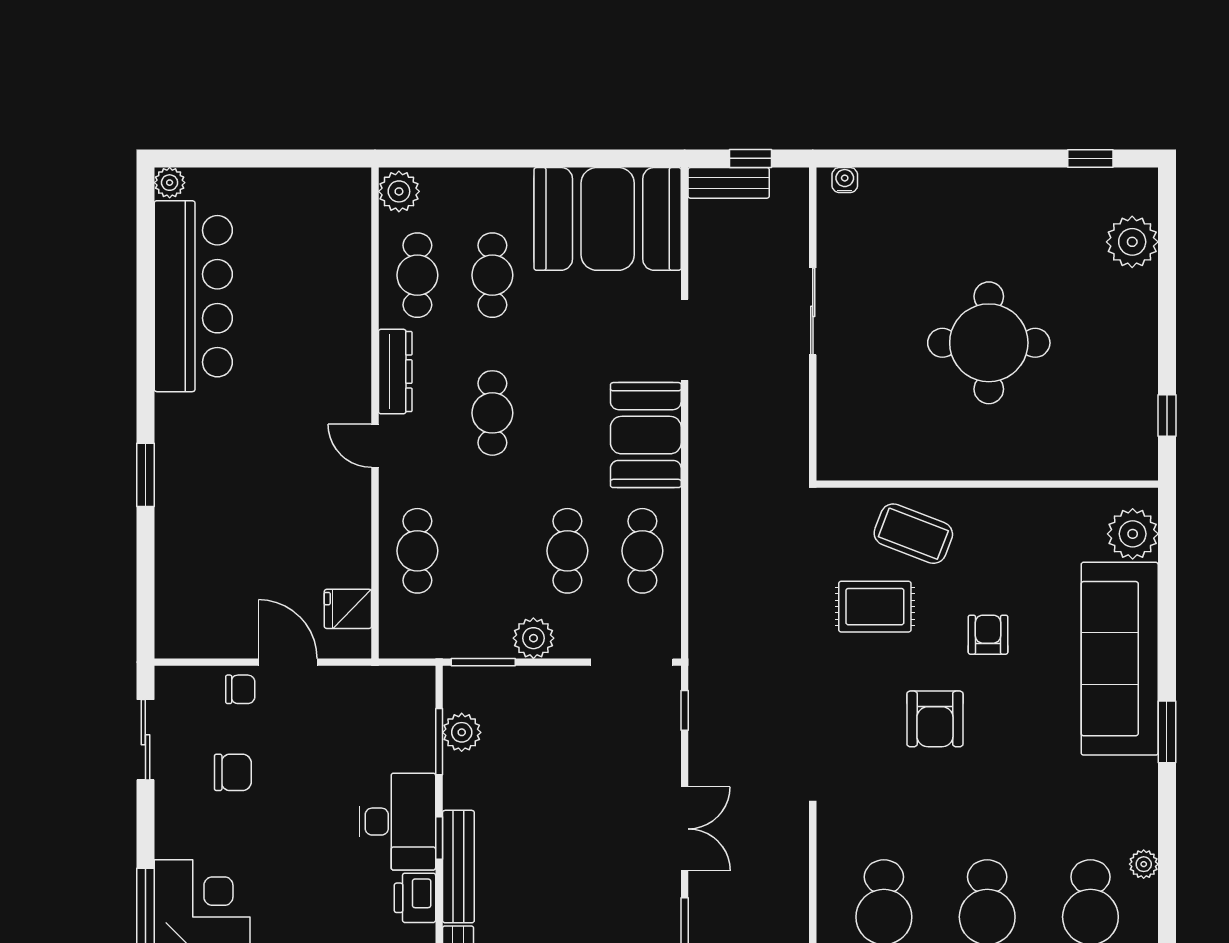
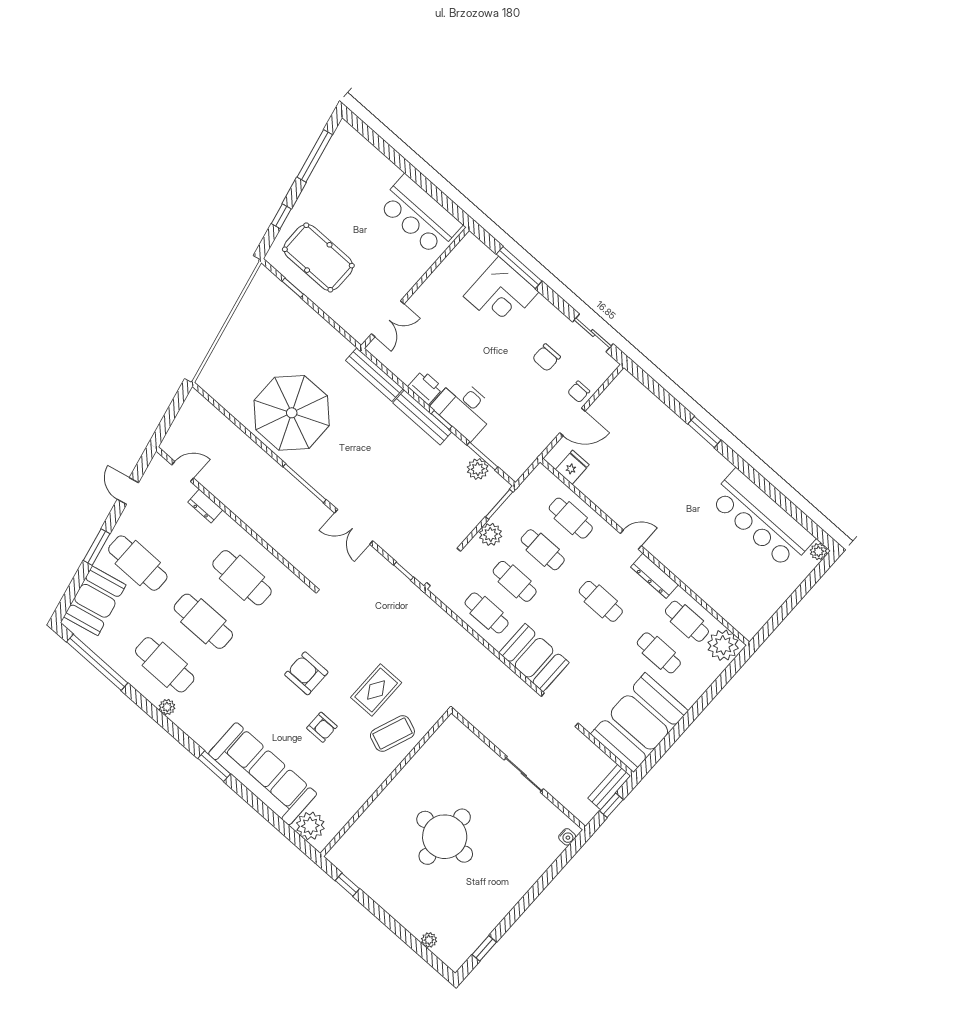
plant: (399, 191) -> (723, 645), width x1.36, depth x1.36
plant: (1132, 242) -> (429, 940), width x0.53, depth x0.53
cafe table: (492, 551) -> (543, 550), added

